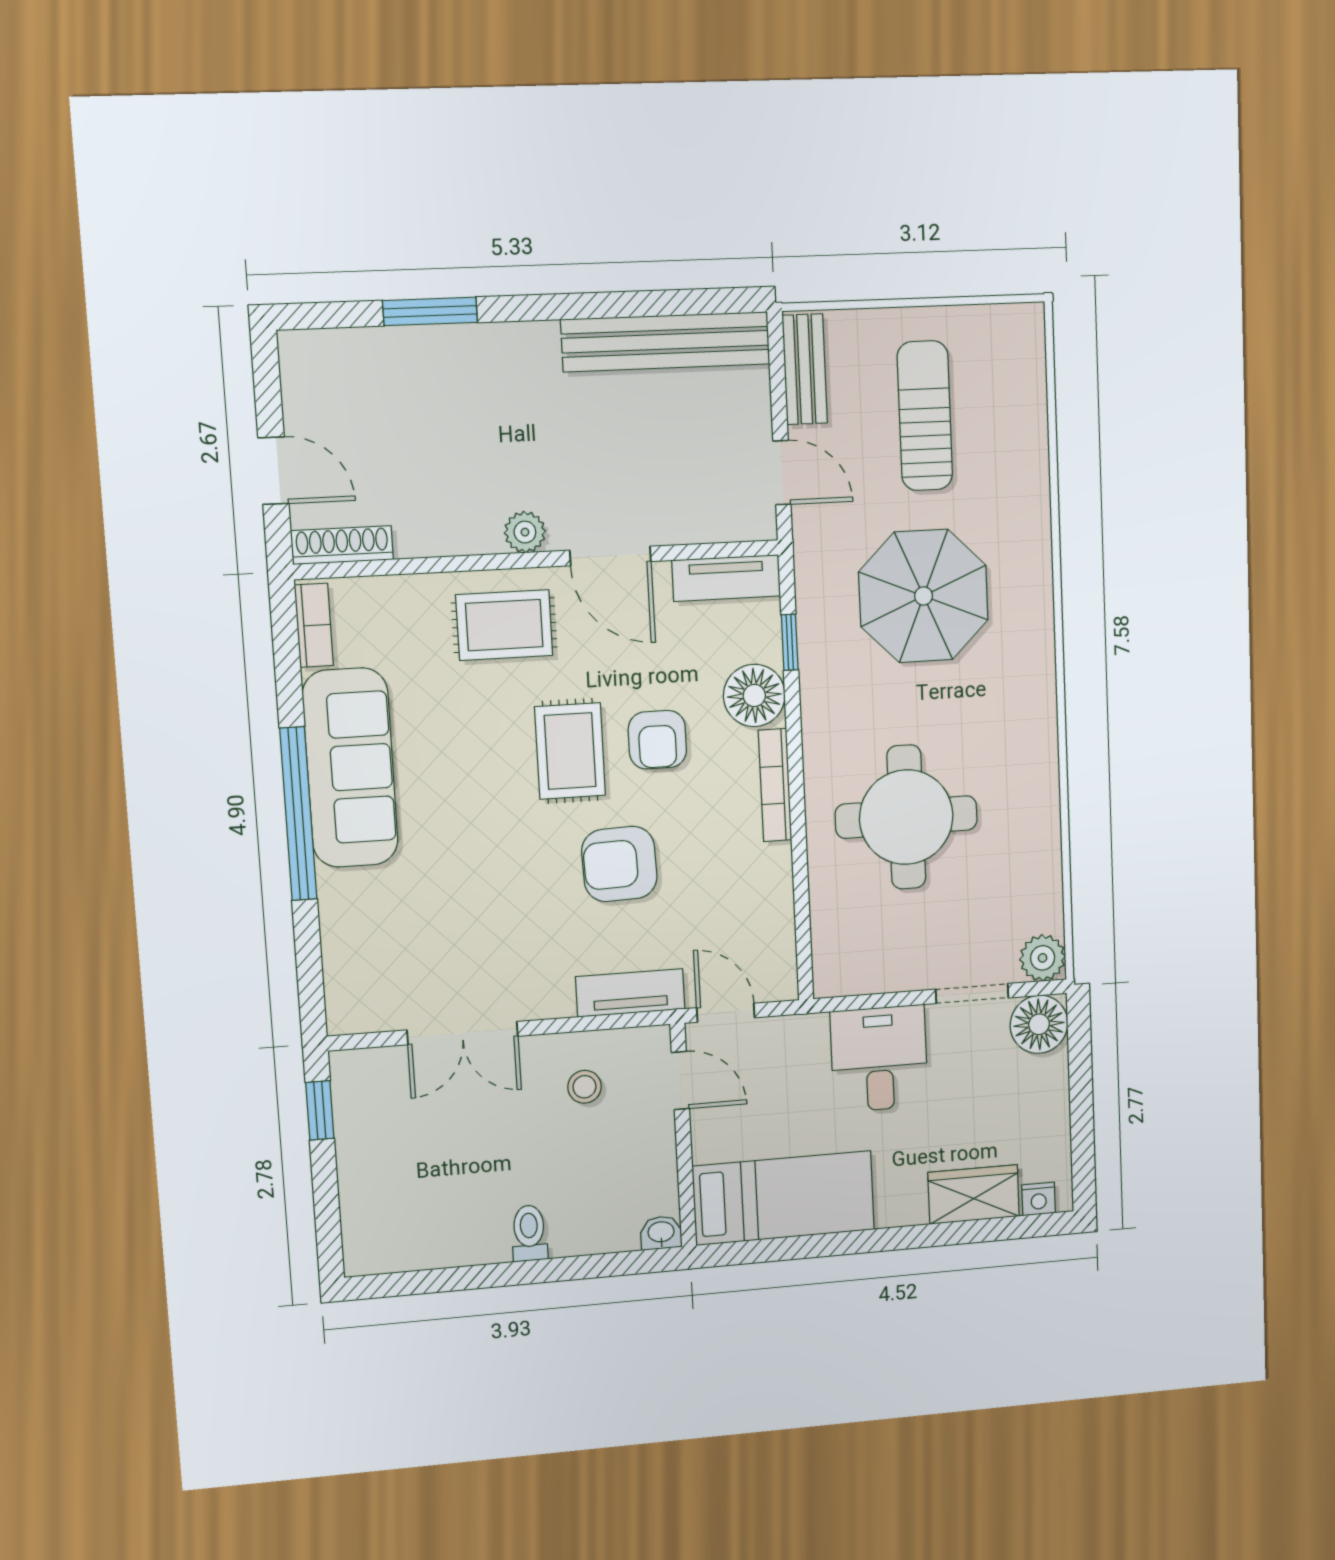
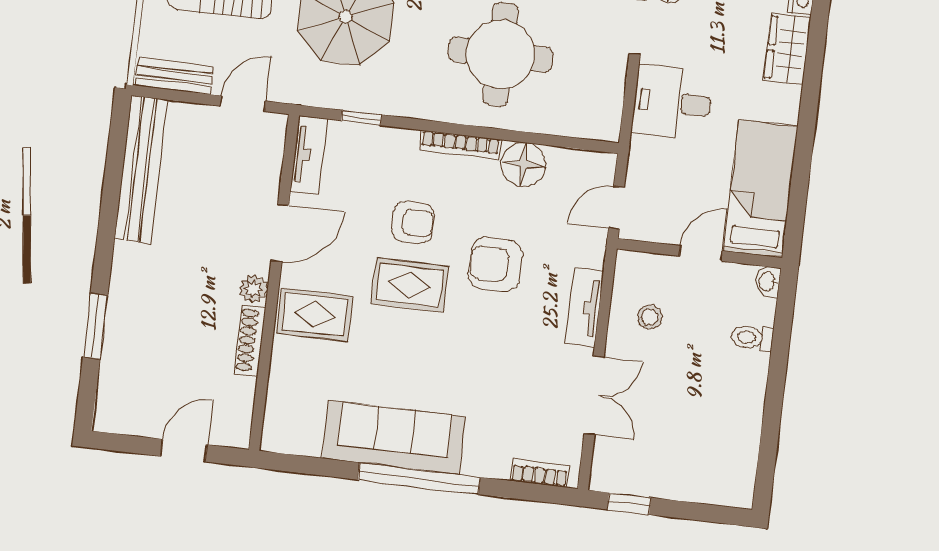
shoe rack: (342, 545) -> (250, 340), moved
bookcase: (314, 625) -> (540, 473), moved
rug: (504, 625) -> (315, 315), turned 90
floor lamp: (754, 695) -> (523, 164), moved
armchair: (619, 864) -> (495, 264), turned 92
tv unit: (630, 993) -> (585, 307), moved
door: (680, 1081) -> (701, 253), moved
toilet: (529, 1233) -> (752, 338), moved

